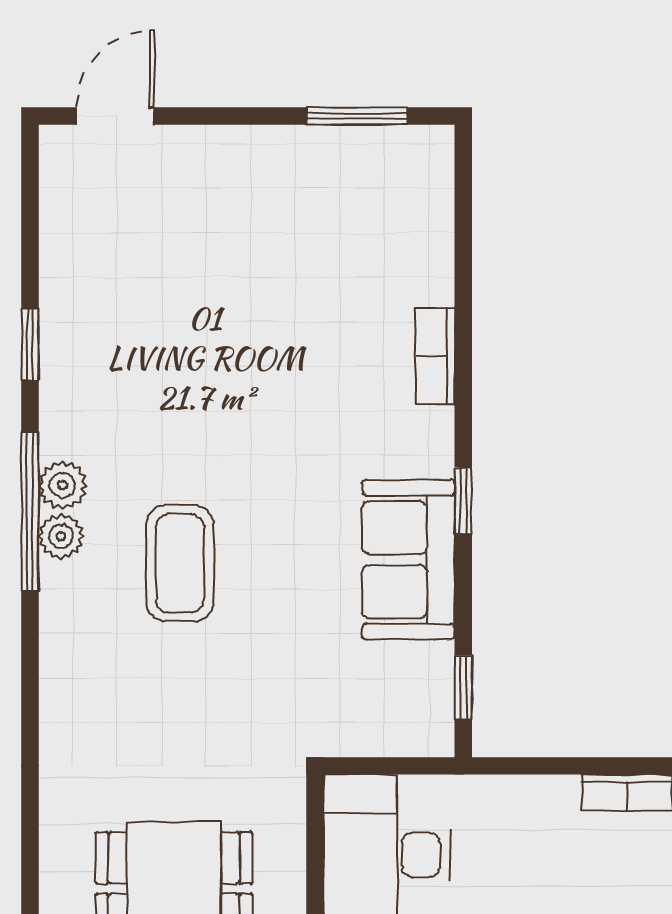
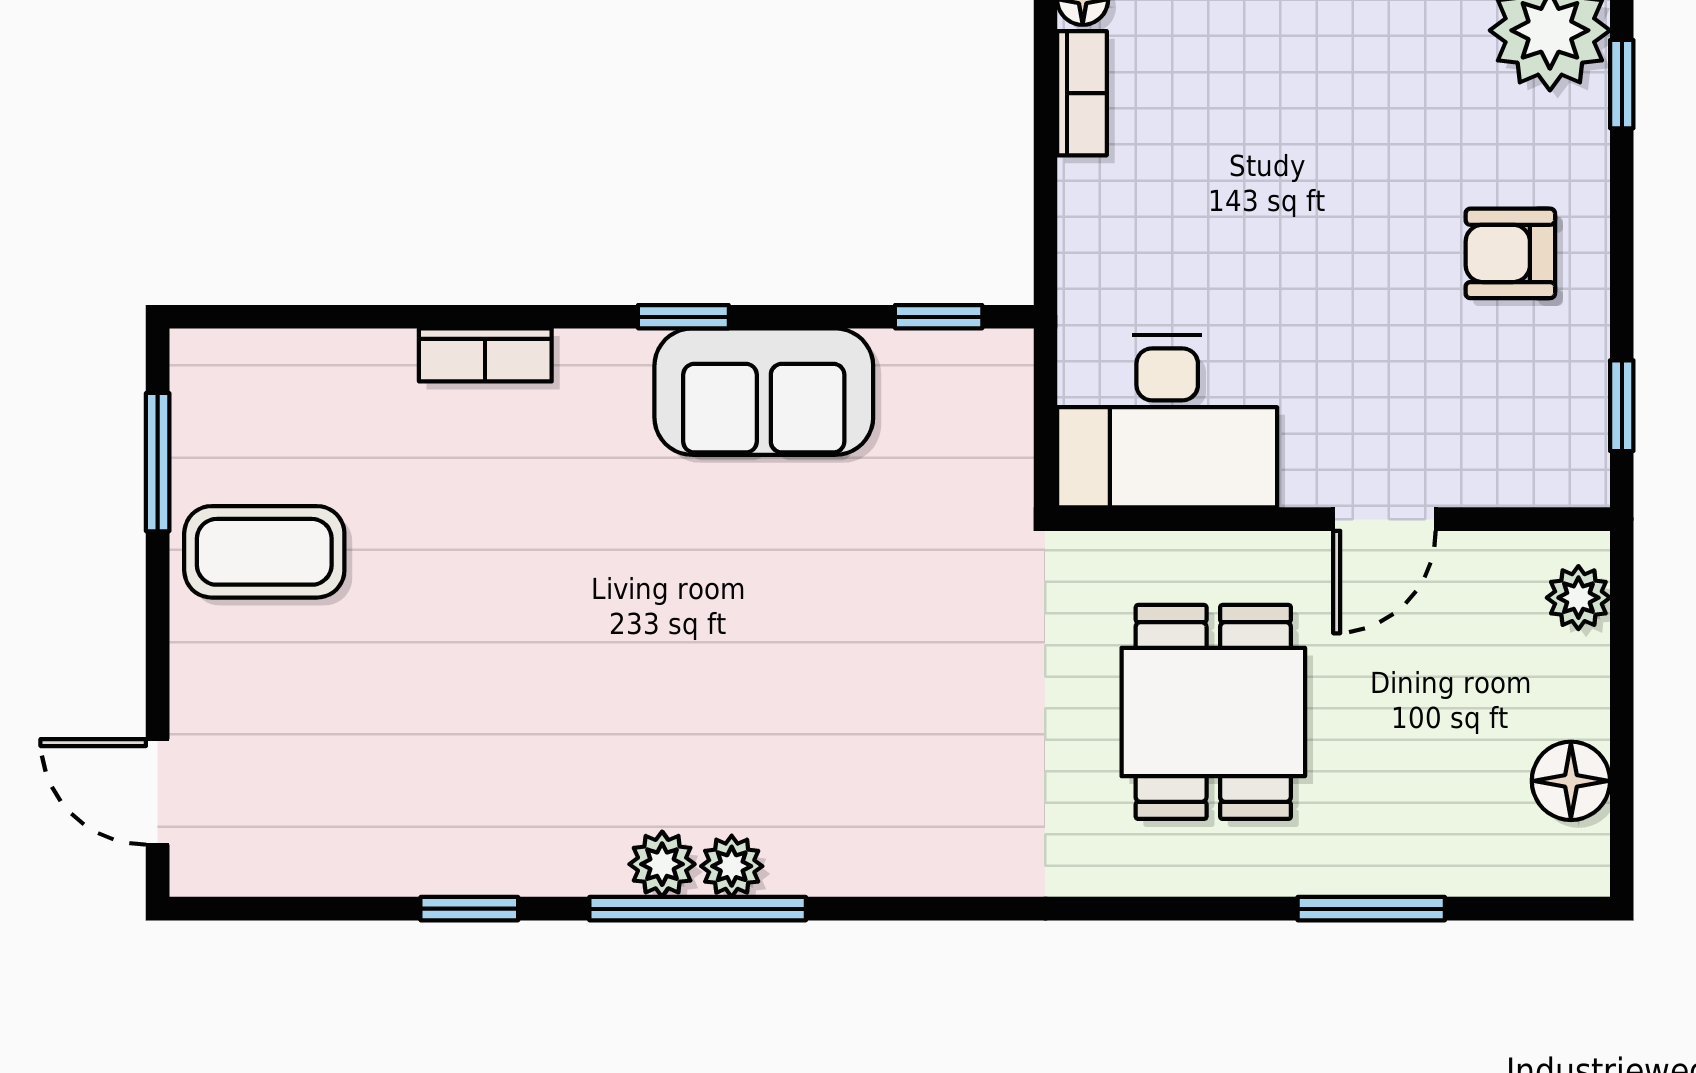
coffee table: (180, 563) -> (264, 552), moved

